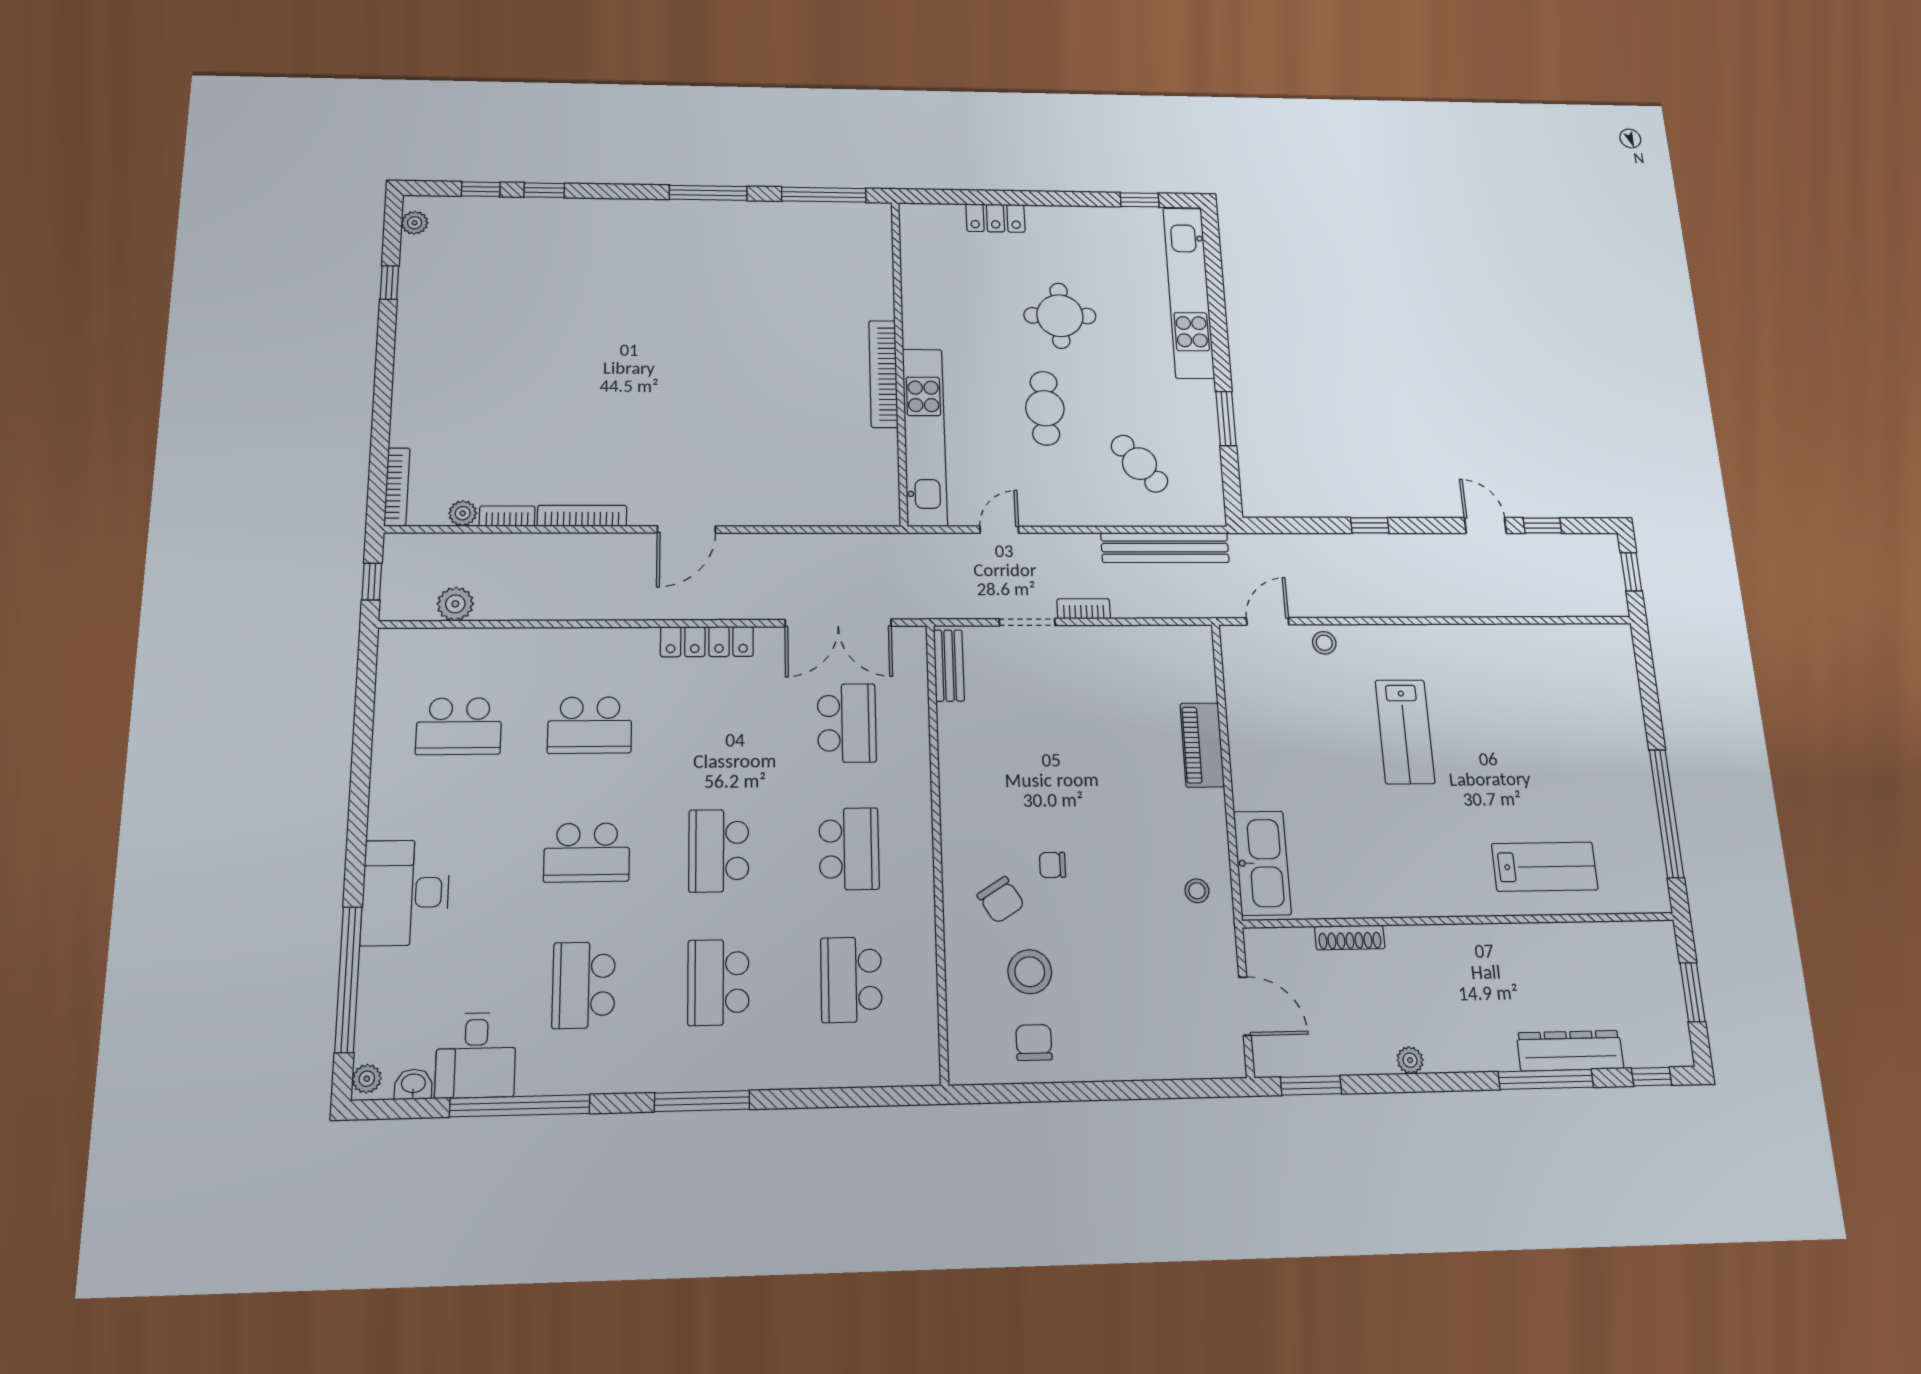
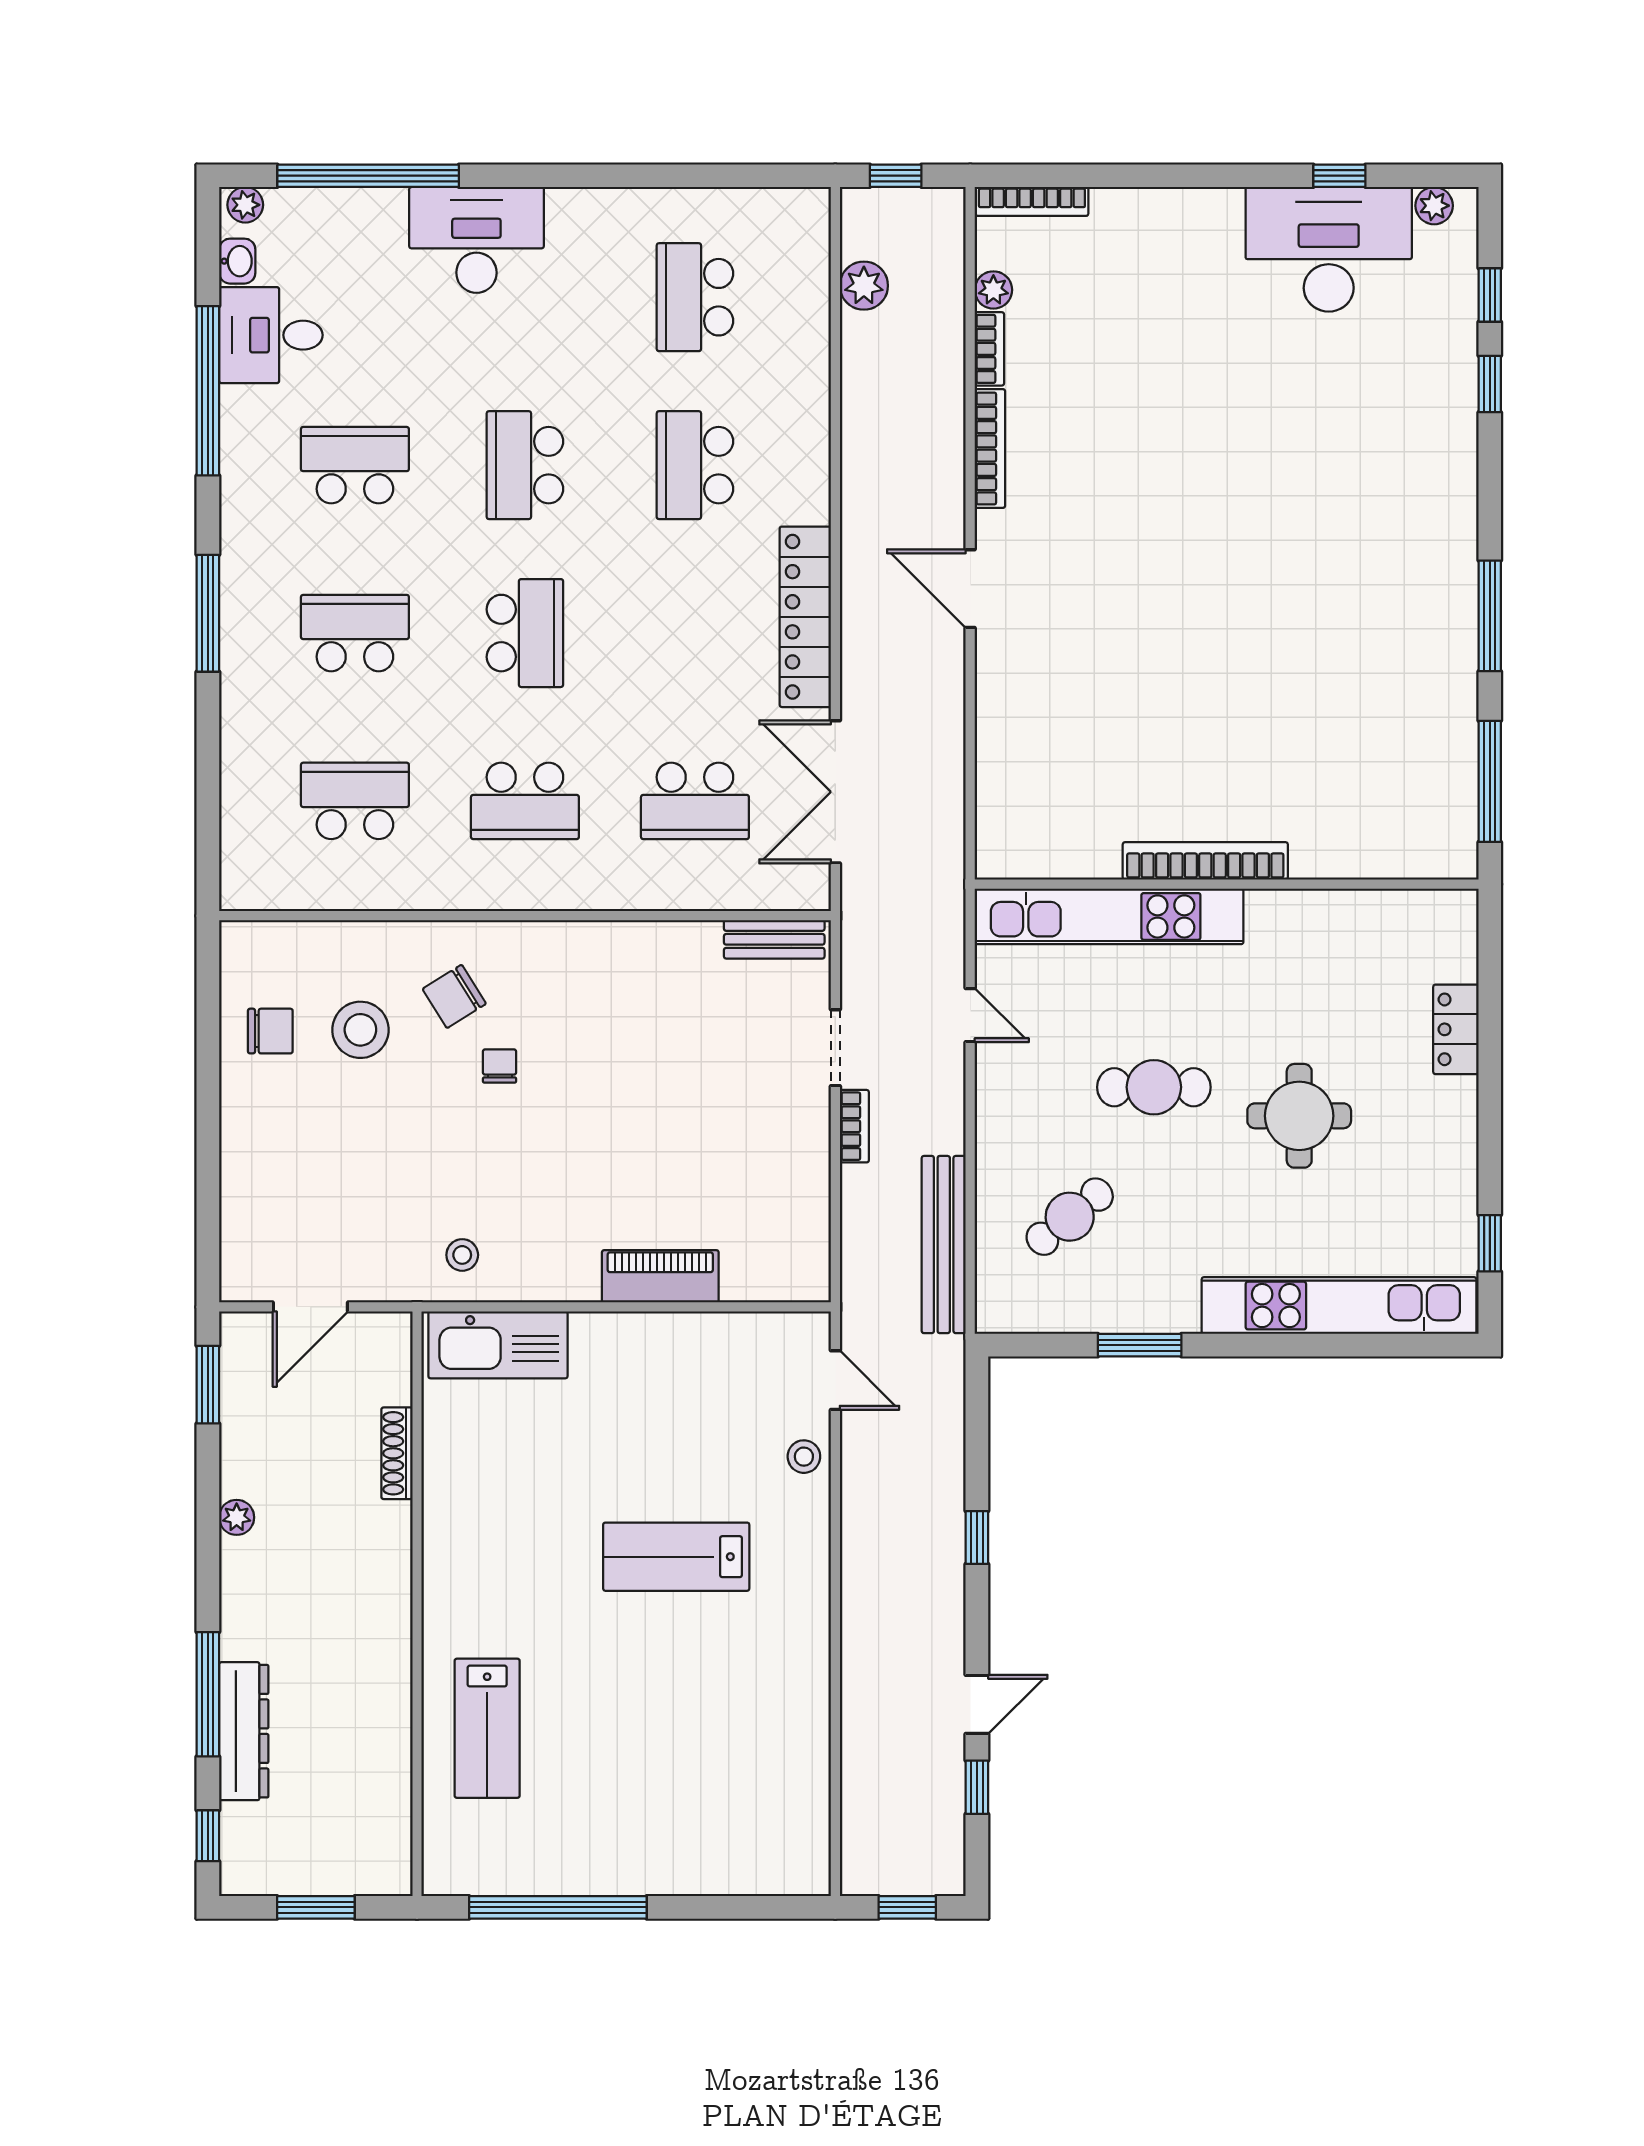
desk: (443, 290) -> (1329, 249), added
locker: (707, 642) -> (805, 617), width x1.41, depth x1.21
school desk: (719, 851) -> (525, 633), turned 90

